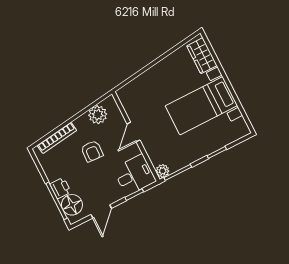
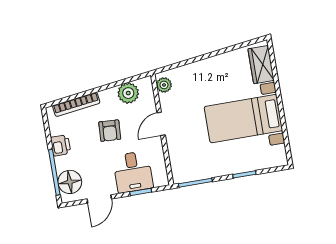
plant: (163, 171) -> (164, 85), moved
desk: (135, 175) -> (133, 172), moved, turned 90
printer: (60, 188) -> (61, 145), moved

